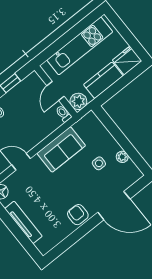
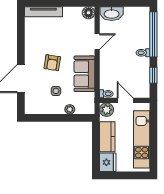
plant: (122, 157) -> (70, 109), moved
armchair: (78, 215) -> (52, 63), moved, turned 99
tv unit: (23, 222) -> (43, 12), moved

